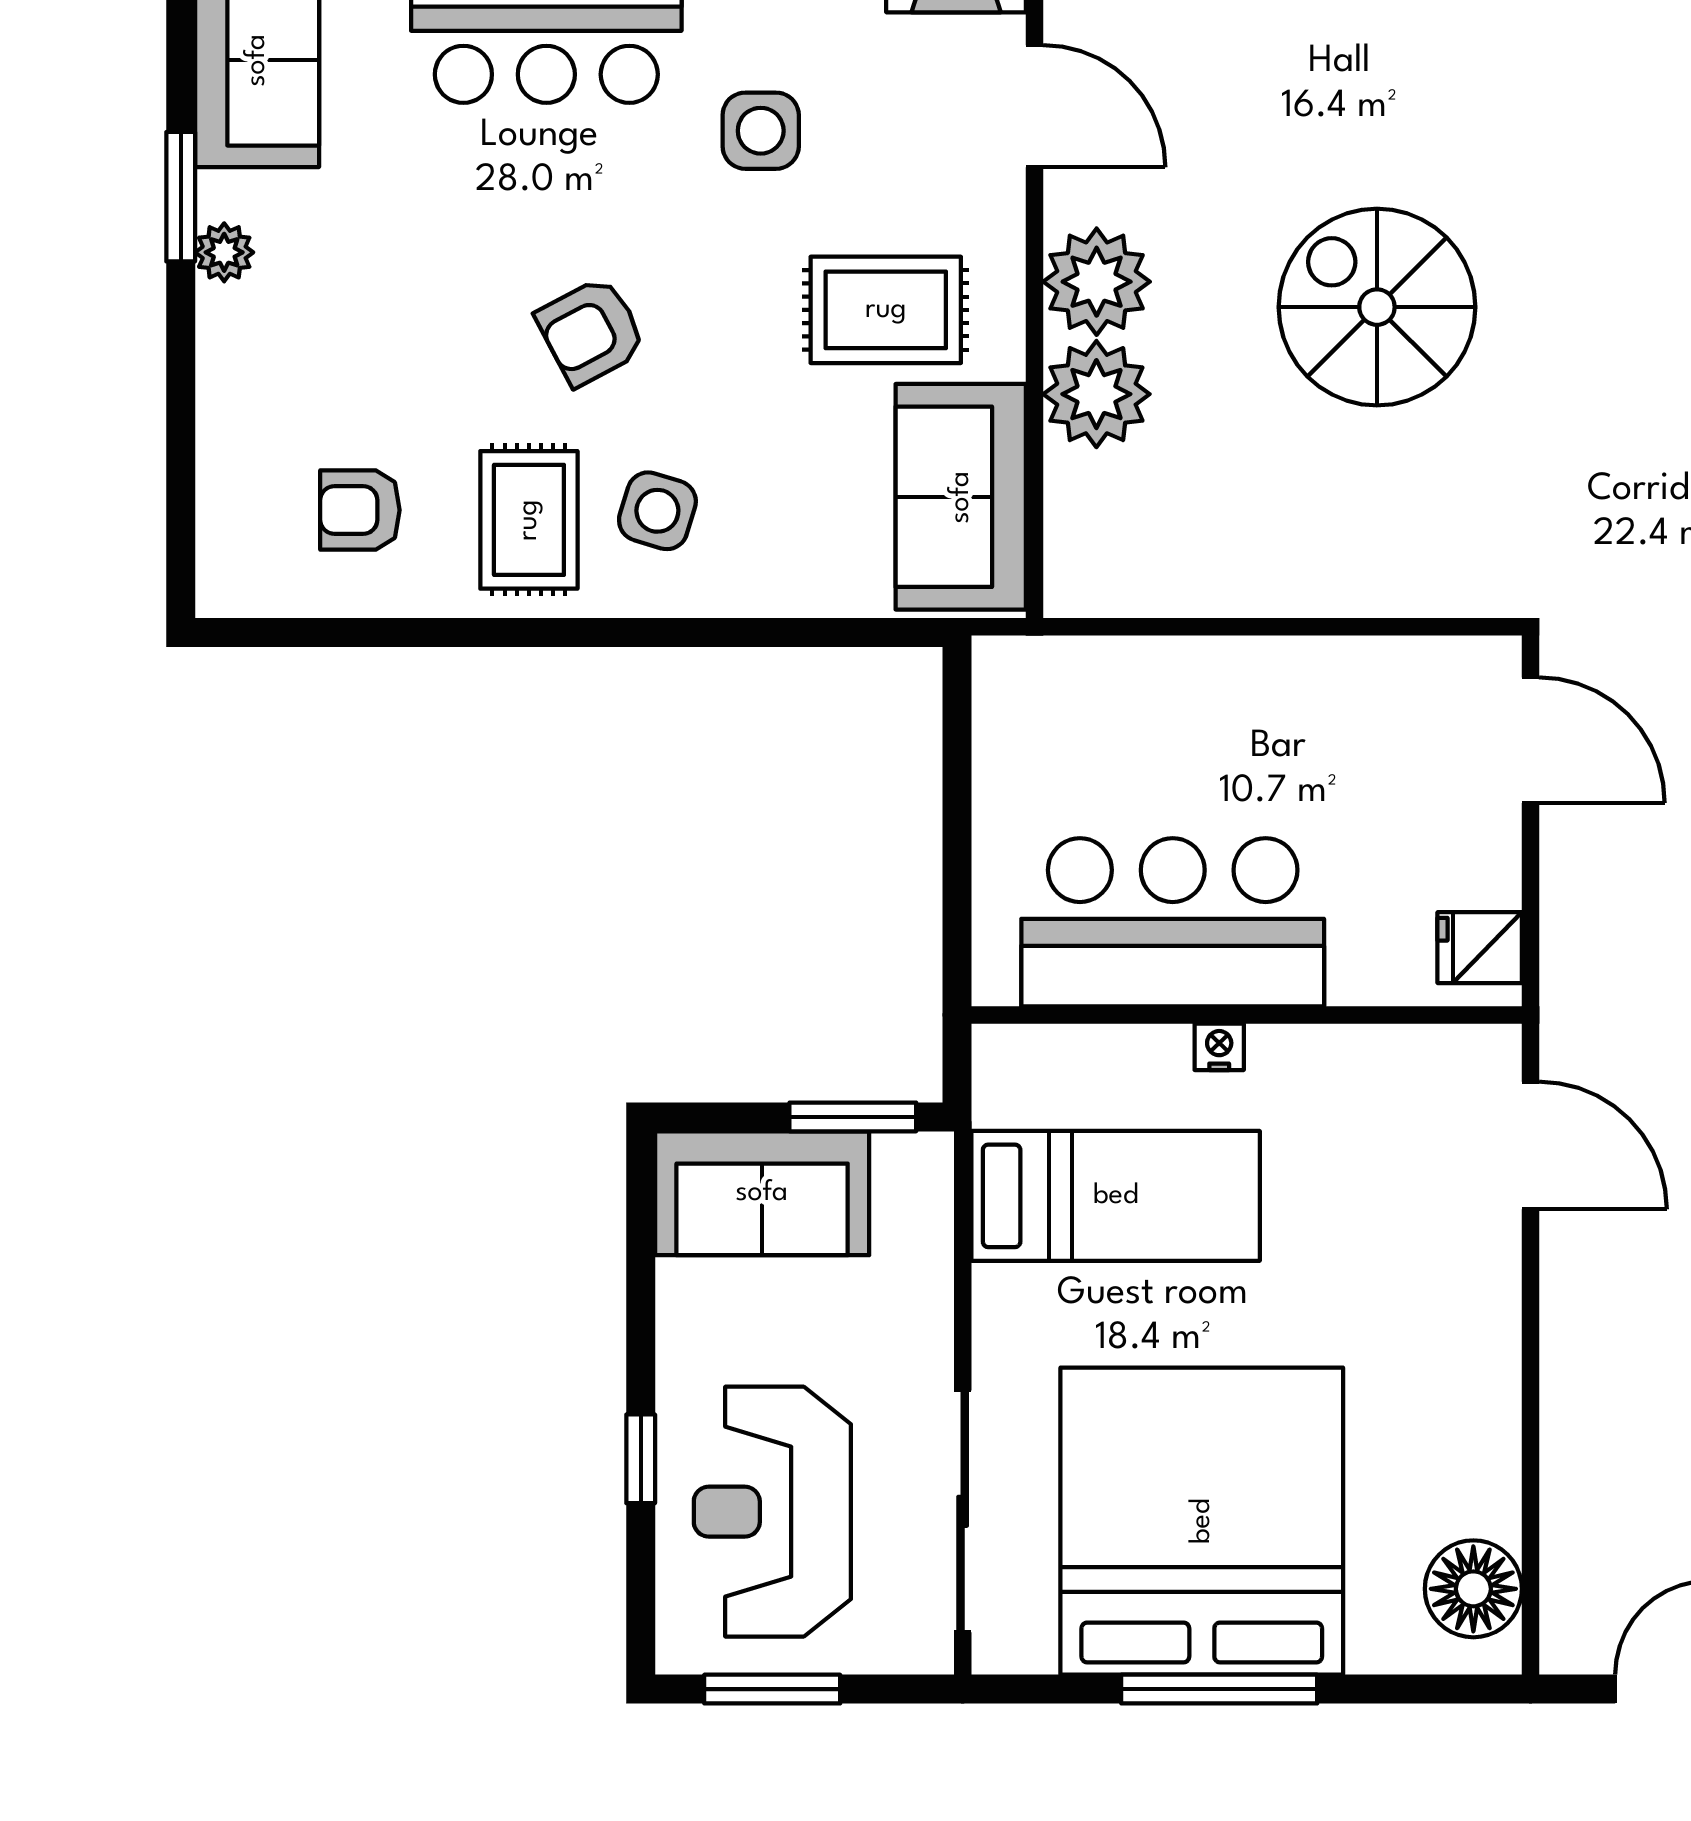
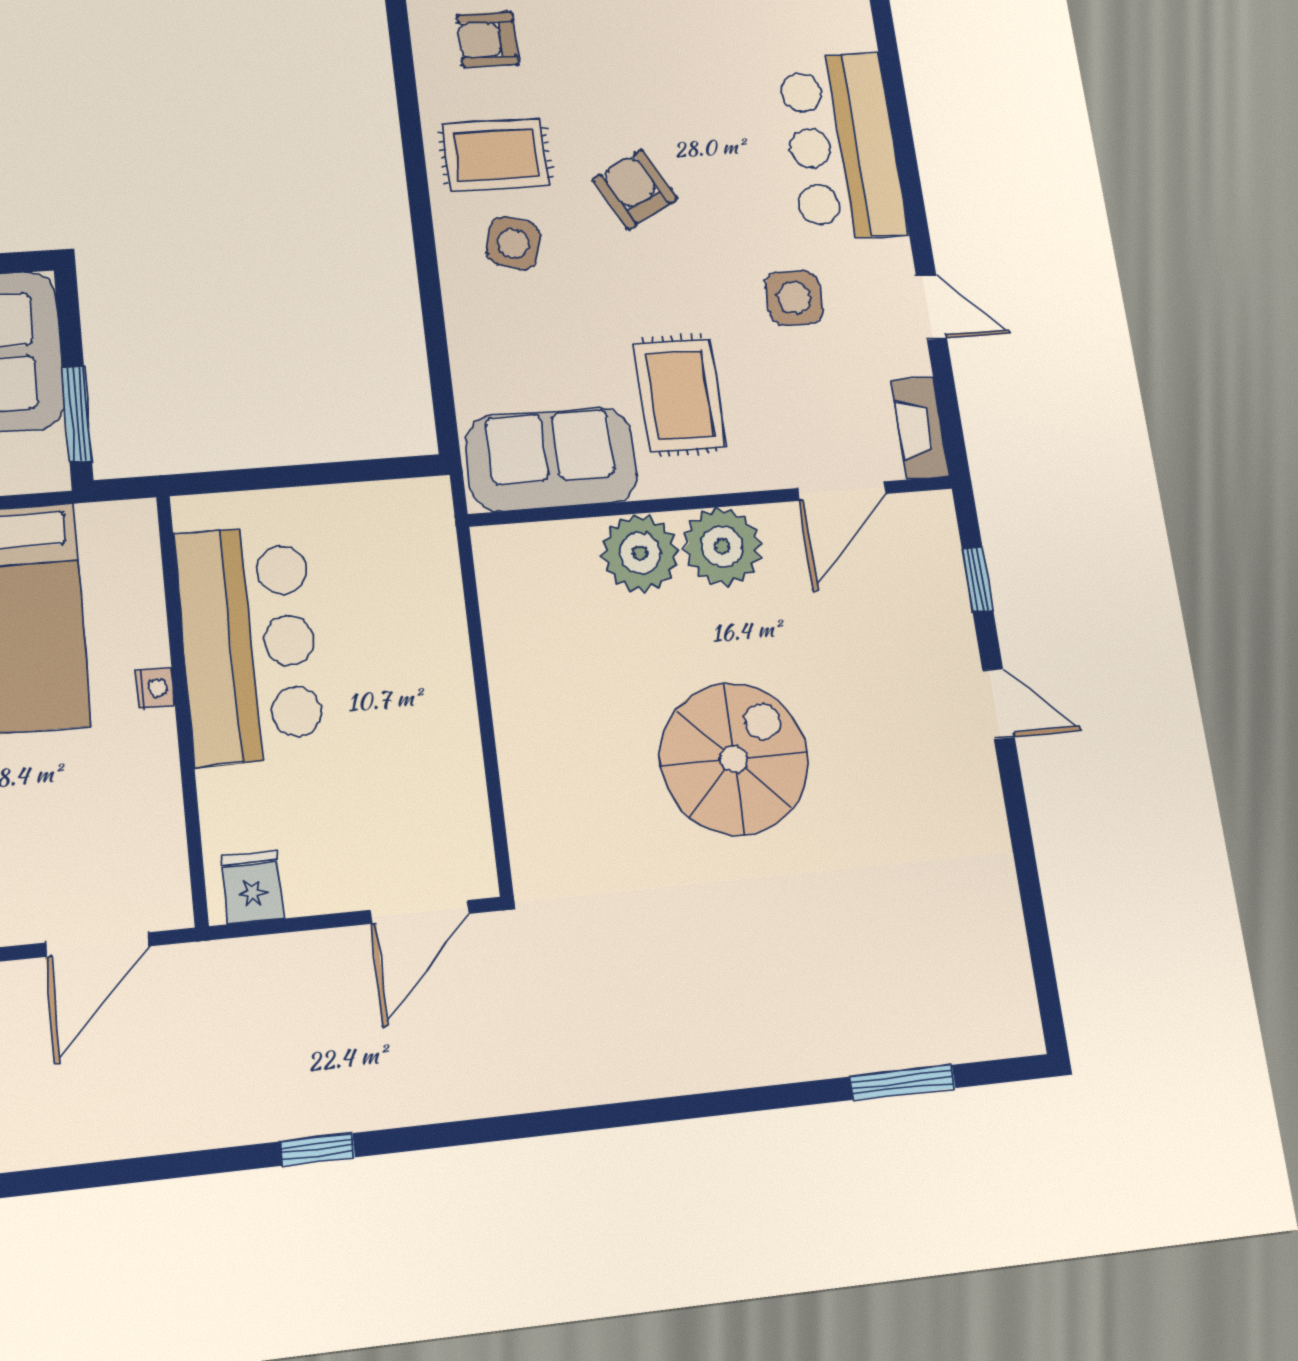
armchair: (360, 510) -> (488, 39), turned -90

